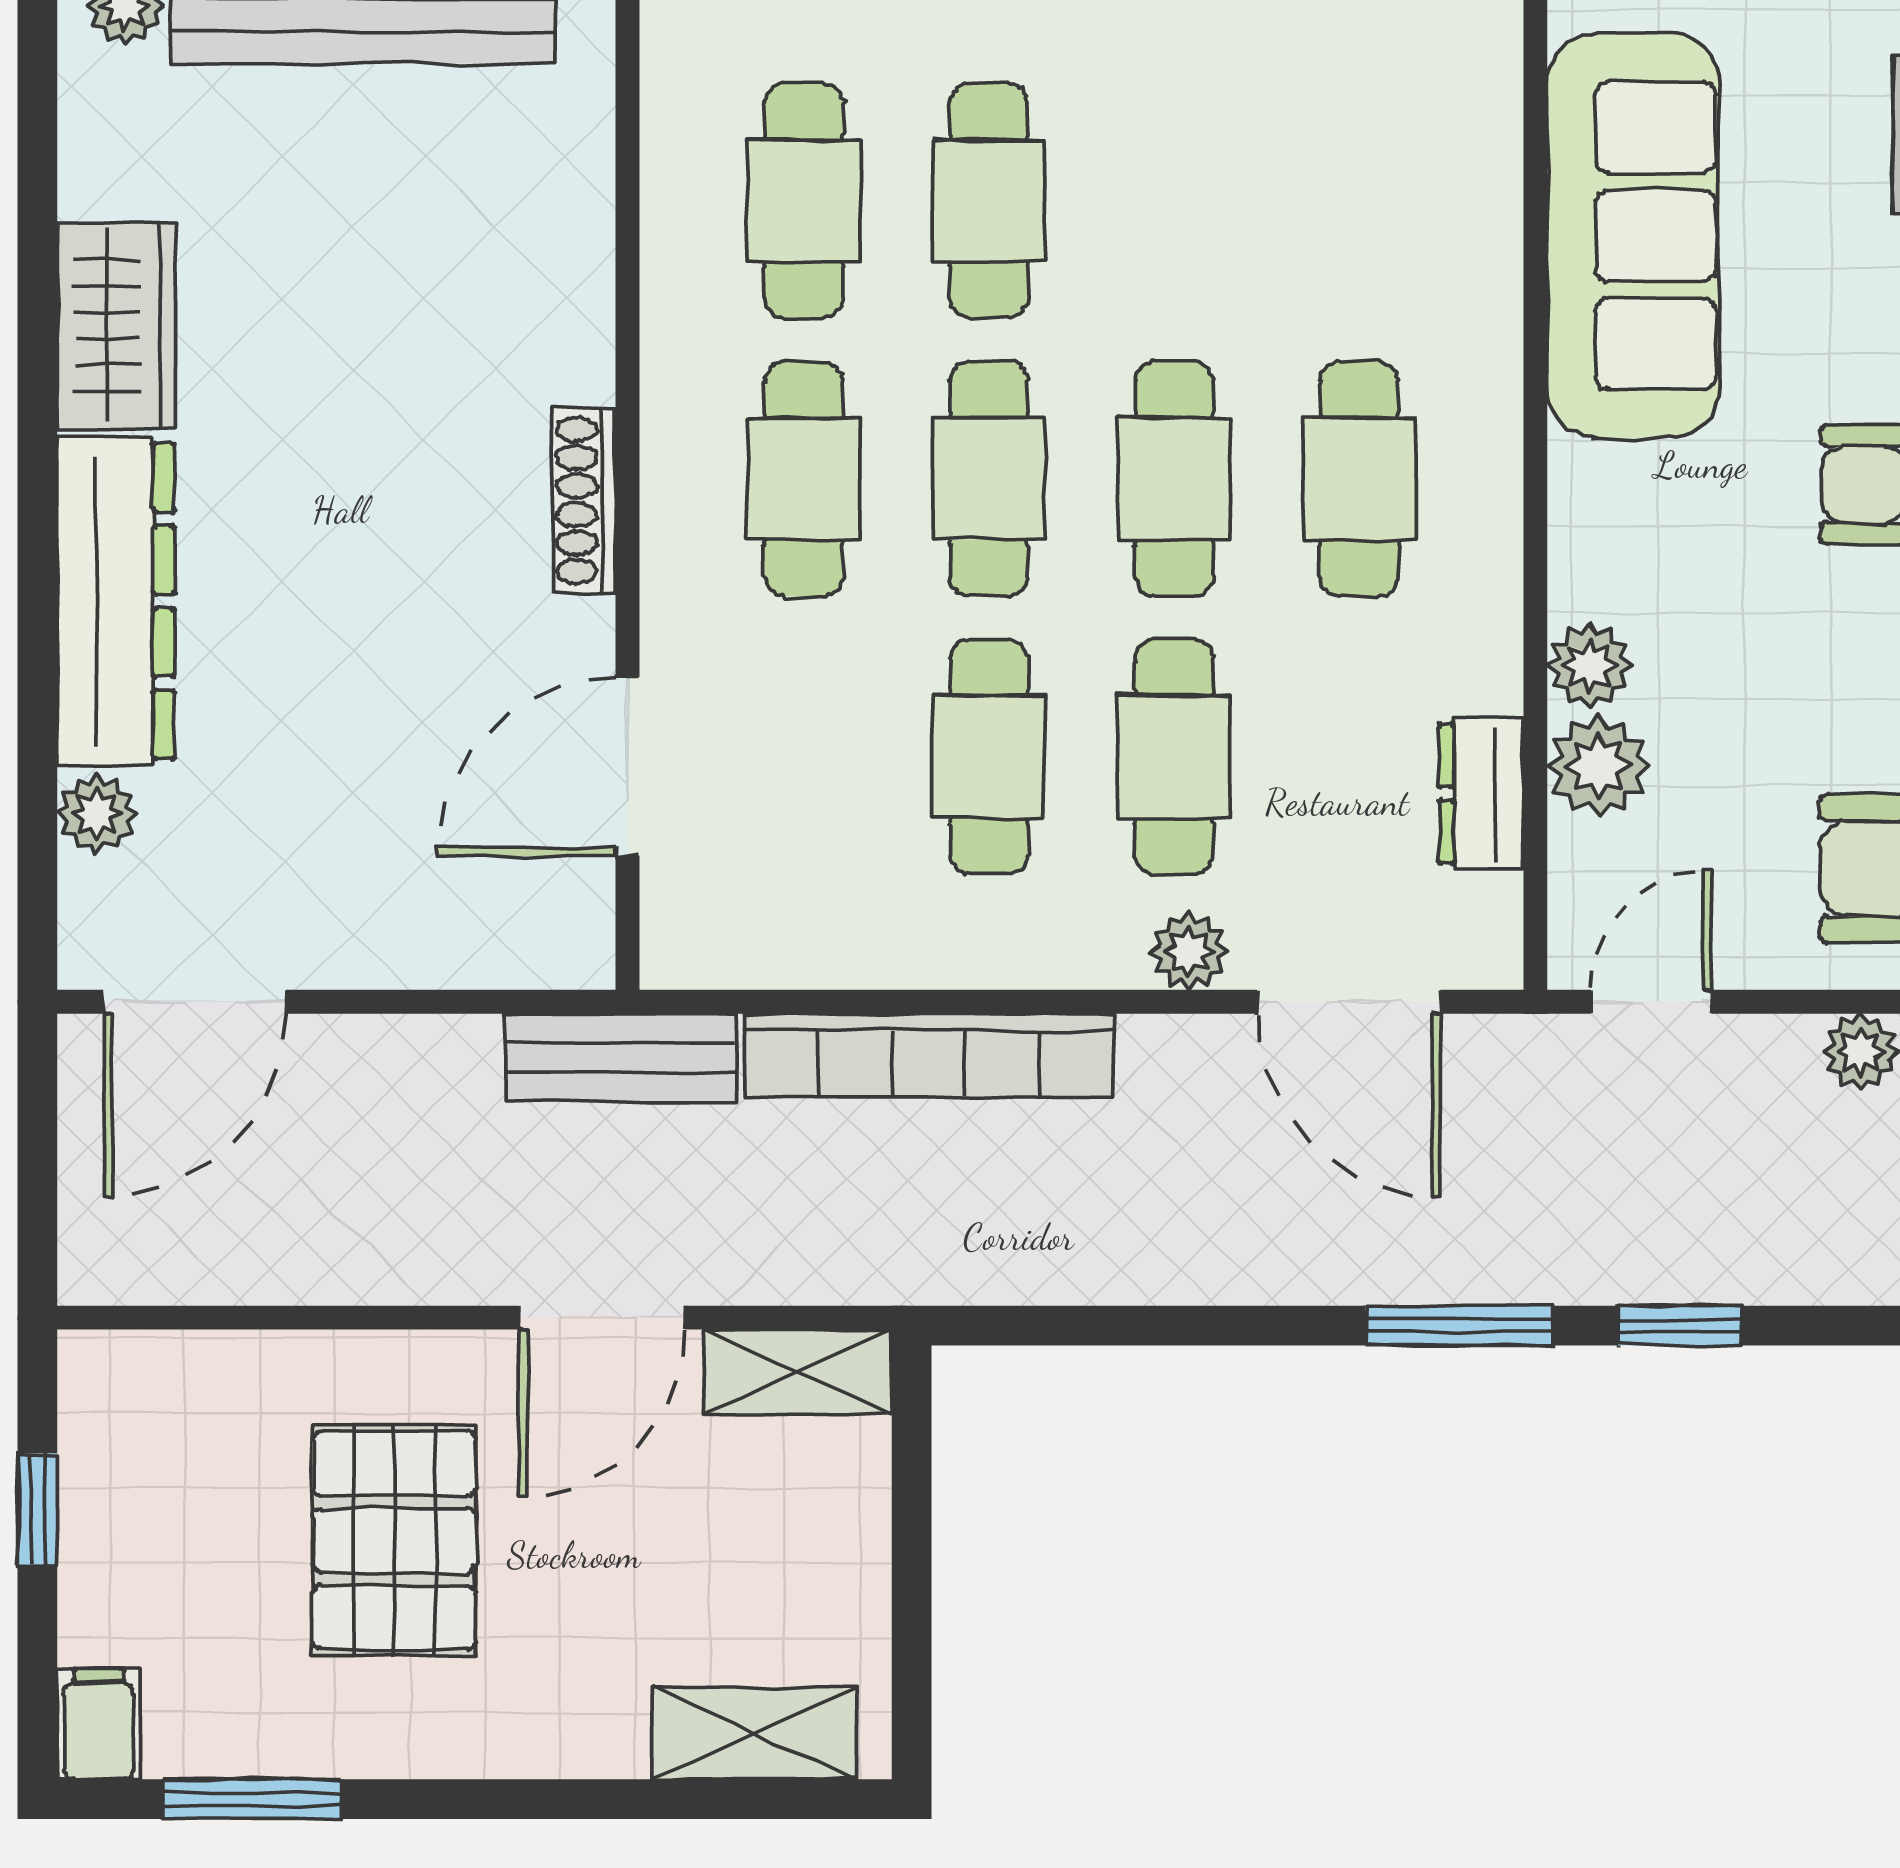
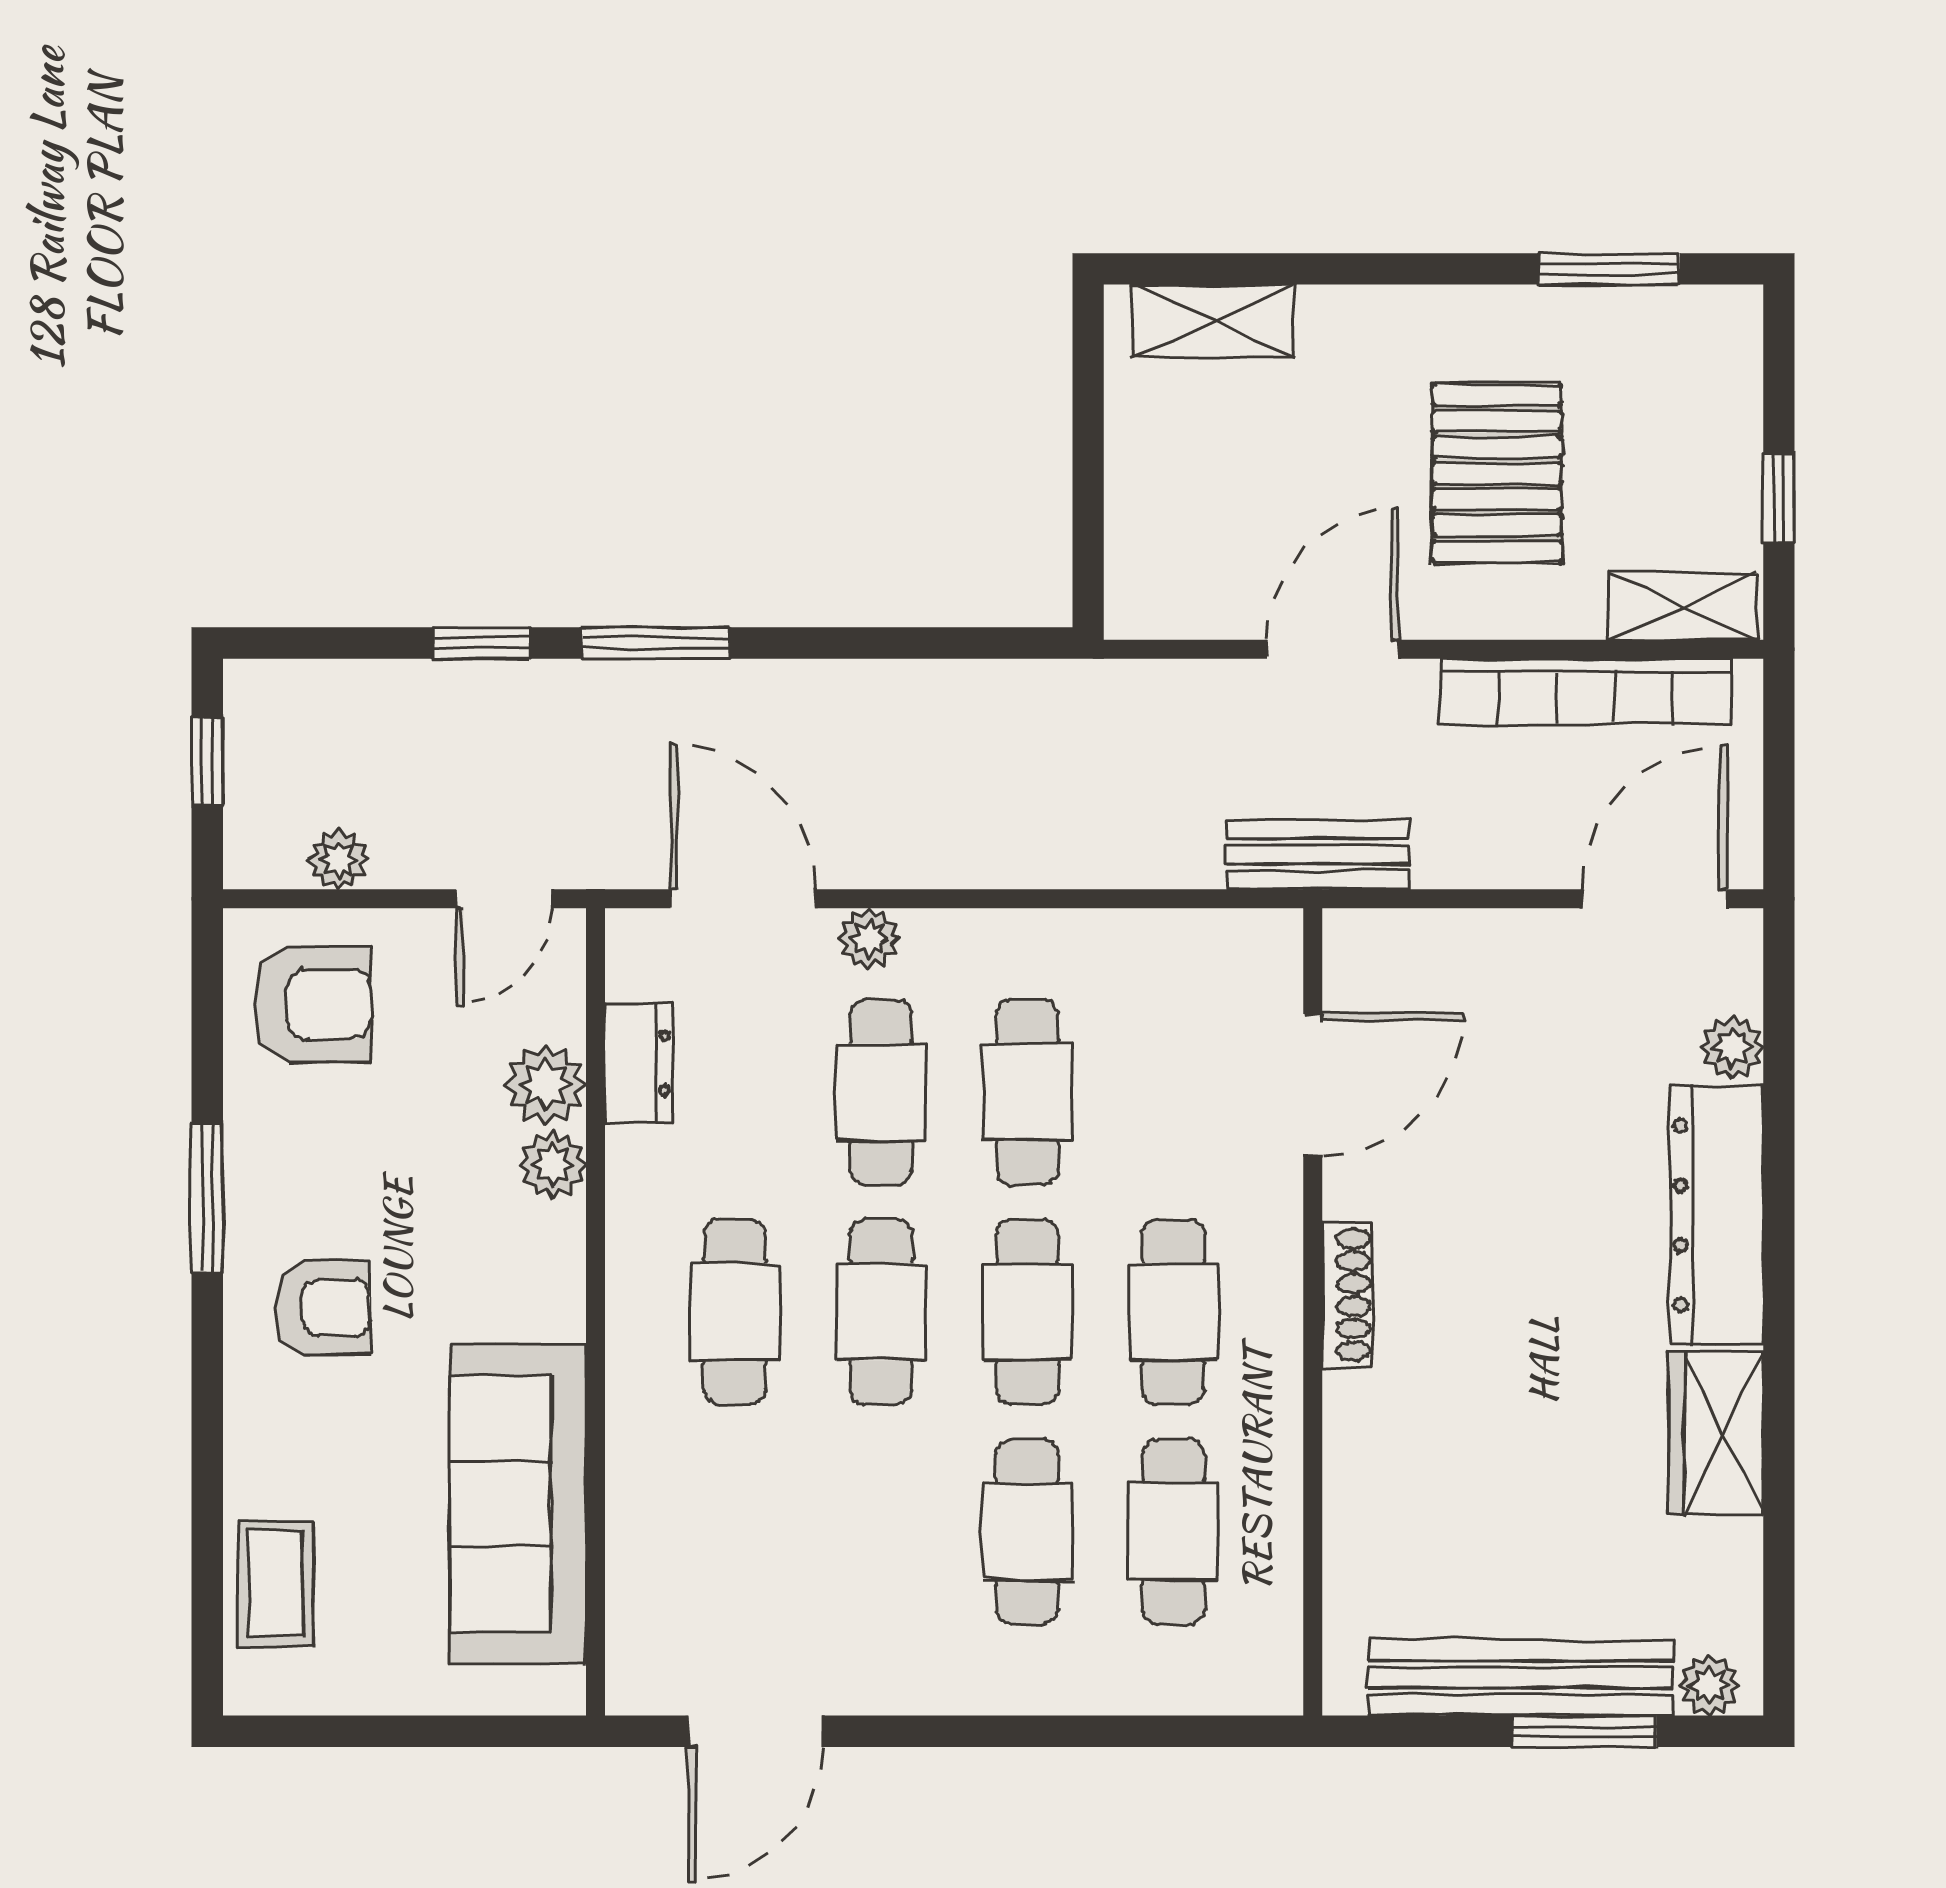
bookcase: (929, 1056) -> (1586, 692), moved, turned 180
shelving: (798, 1372) -> (1683, 606), moved
filing cabinet: (99, 1724) -> (1730, 328), removed

